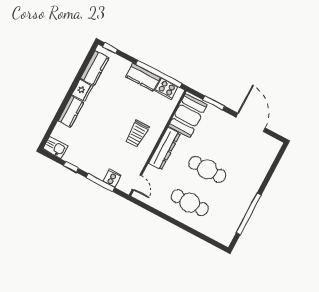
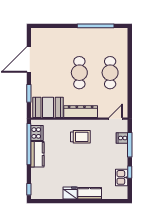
kitchen counter: (95, 68) -> (49, 193), removed
kitchen sink: (55, 147) -> (122, 177), moved

